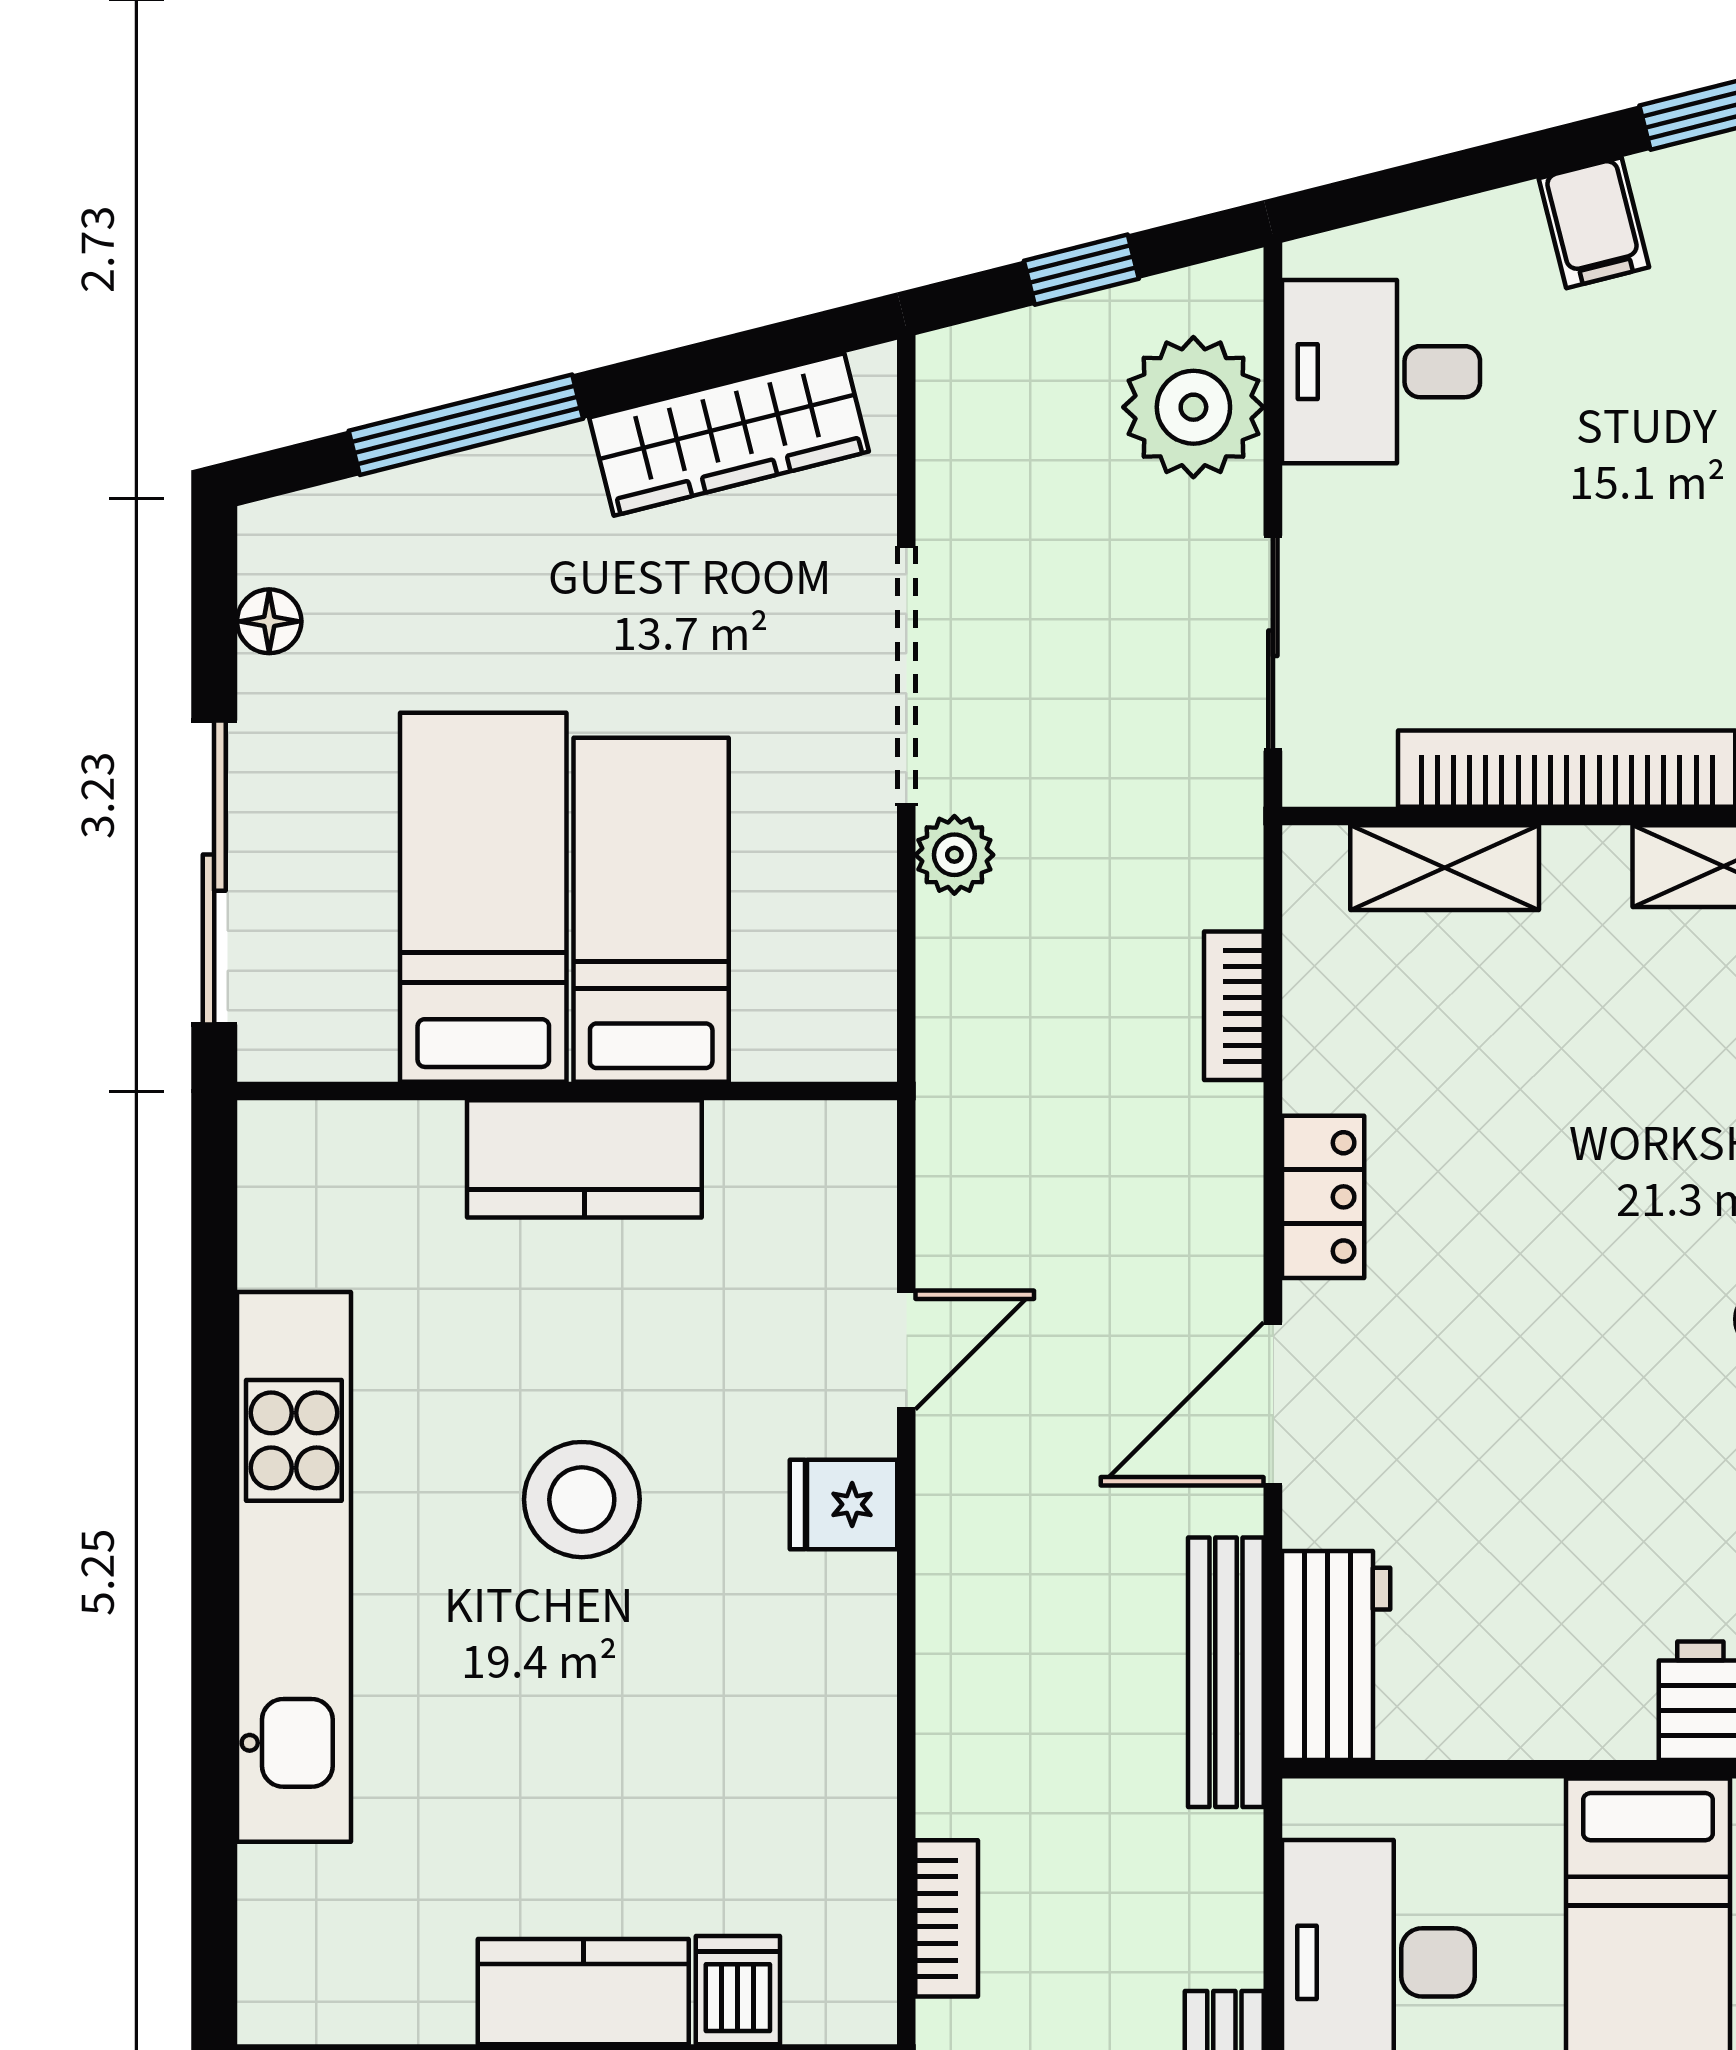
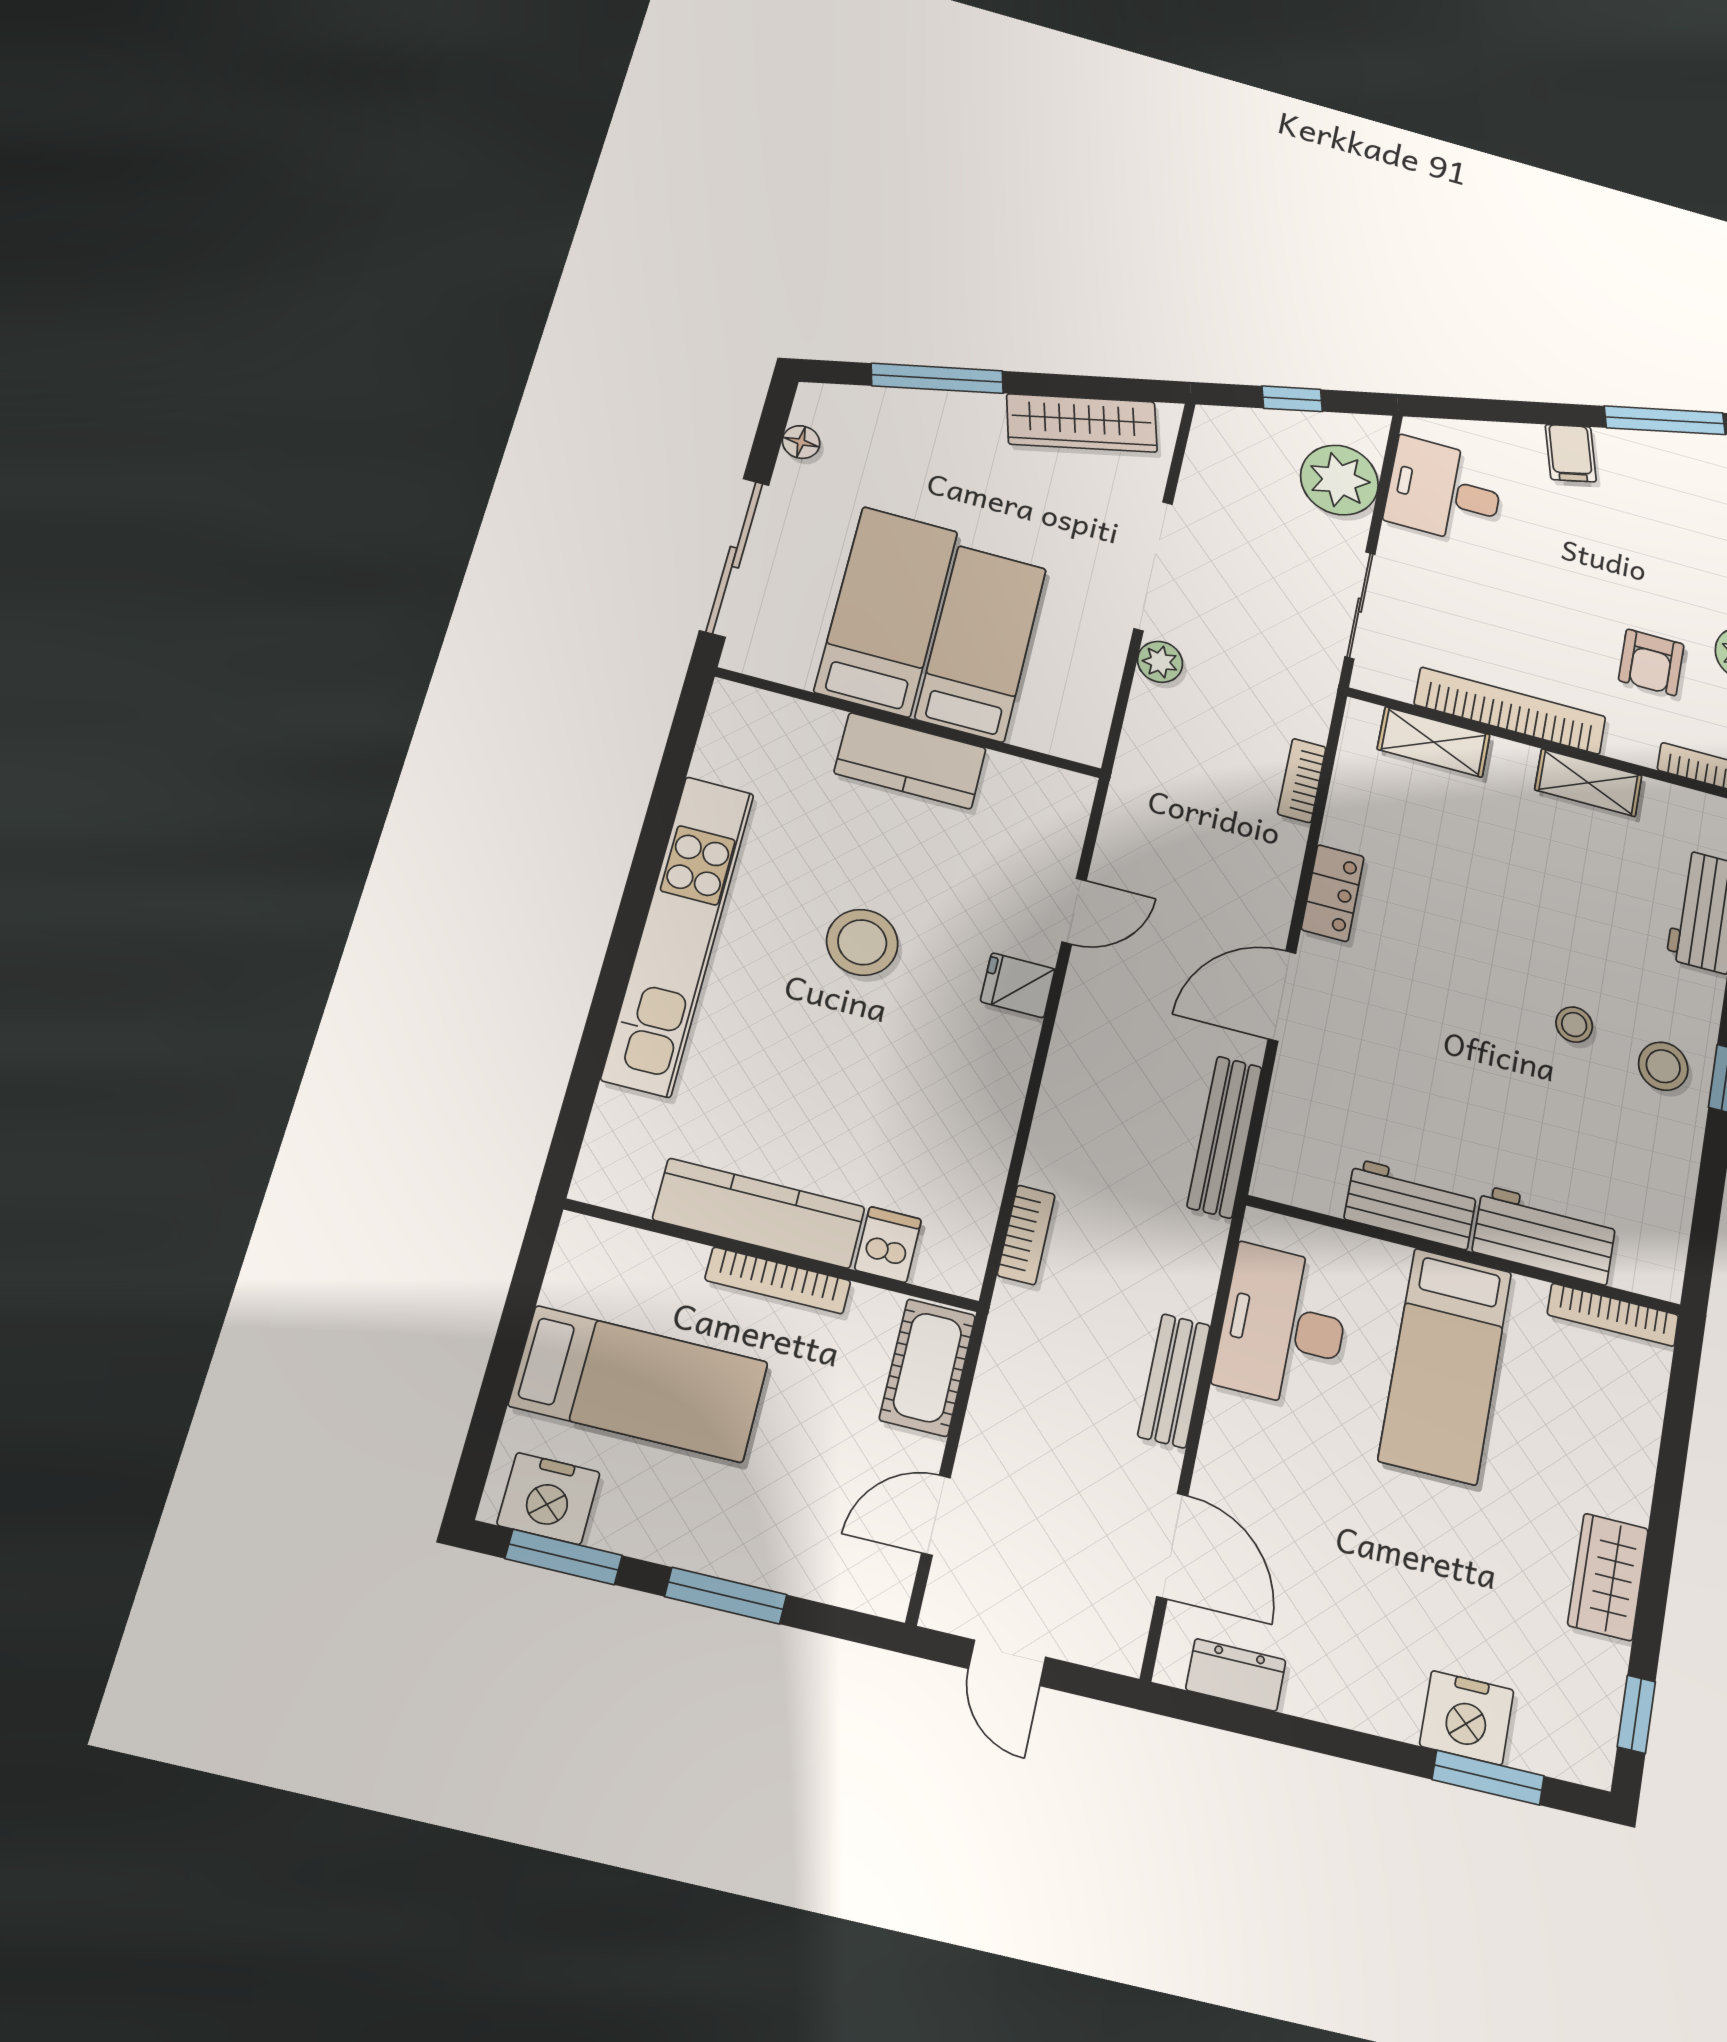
workbench: (1336, 1656) -> (1411, 1204), moved, turned -90
kitchen counter: (583, 1992) -> (759, 1213), width x1.50

